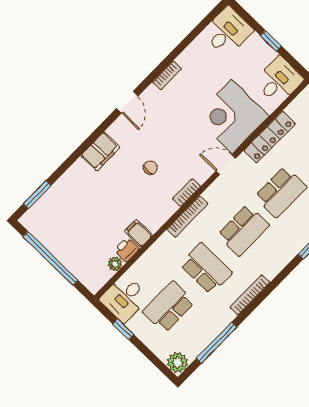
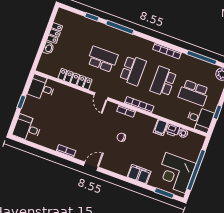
corner desk: (232, 117) -> (176, 173), moved, turned 90
filing cabinet: (100, 151) -> (139, 174), moved
school desk: (243, 230) -> (133, 70), turned 90

